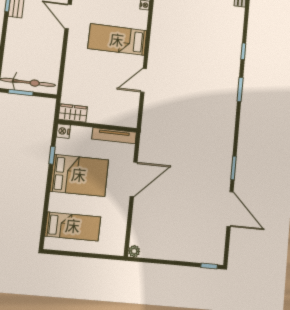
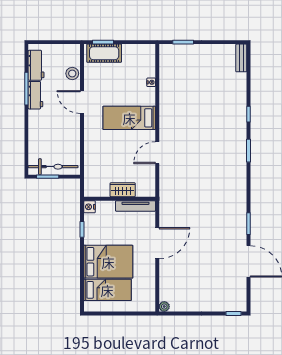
wardrobe: (73, 113) -> (123, 190), moved
bed: (79, 175) -> (108, 262), moved

